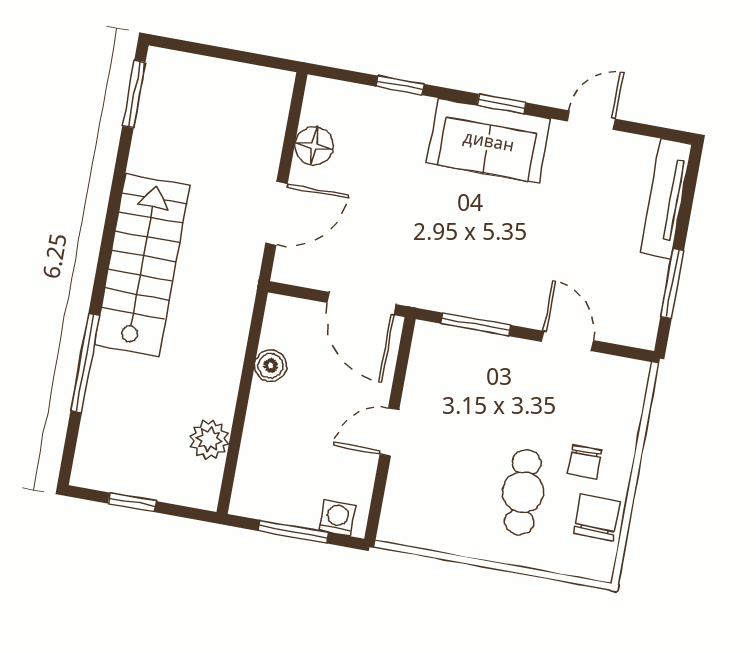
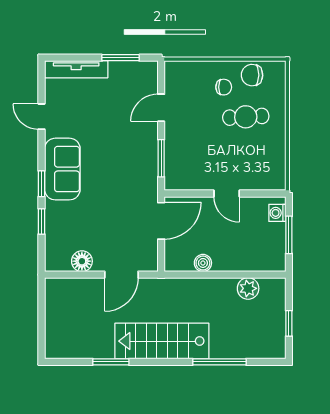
window: (134, 94) -> (111, 362), moved
window: (501, 104) -> (42, 184), moved
door: (276, 213) -> (121, 275), swing flipped

